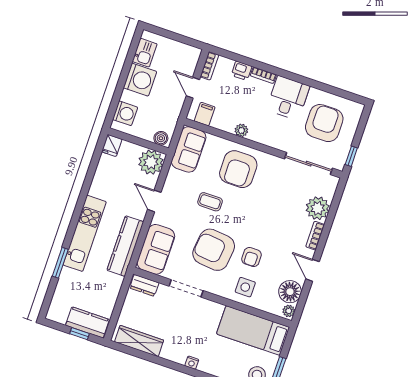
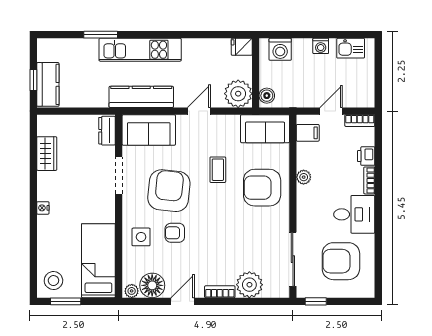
washing machine: (140, 80) -> (321, 46), width x0.53, depth x0.53
armchair: (324, 123) -> (341, 261), turned 180
wardrobe: (139, 341) -> (47, 154), width x0.67

